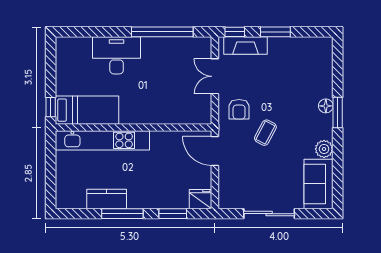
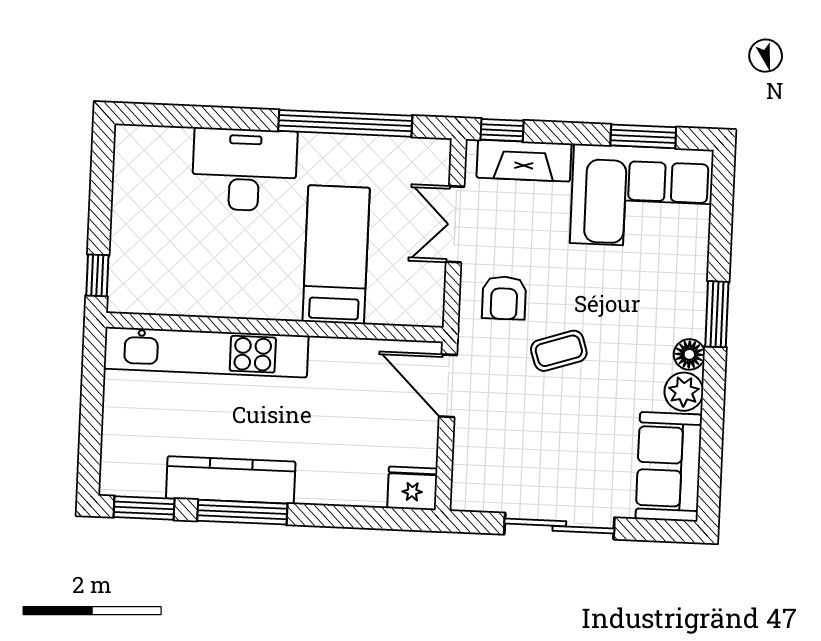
window: (275, 32) -> (643, 136), moved
corner sofa: (301, 60) -> (642, 196), added
floor lamp: (326, 106) -> (689, 354), moved
bed: (87, 110) -> (336, 255), moved, turned -90
coffee table: (265, 133) -> (559, 351), turned 44
kitchen counter: (107, 199) -> (231, 480), width x1.50
window: (173, 214) -> (144, 508), moved

